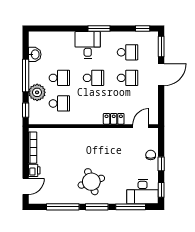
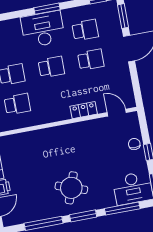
desk: (88, 45) -> (43, 29), width x1.37
door: (141, 126) -> (117, 113), hinge flipped
round table: (91, 182) -> (71, 188), turned 38

